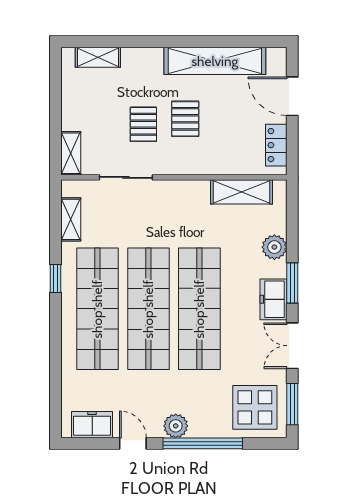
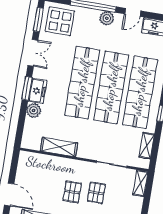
locker: (276, 145) -> (23, 168), removed
shelving: (242, 192) -> (59, 147), moved
freezer: (274, 299) -> (37, 91), moved
door: (133, 443) -> (133, 12), hinge flipped

